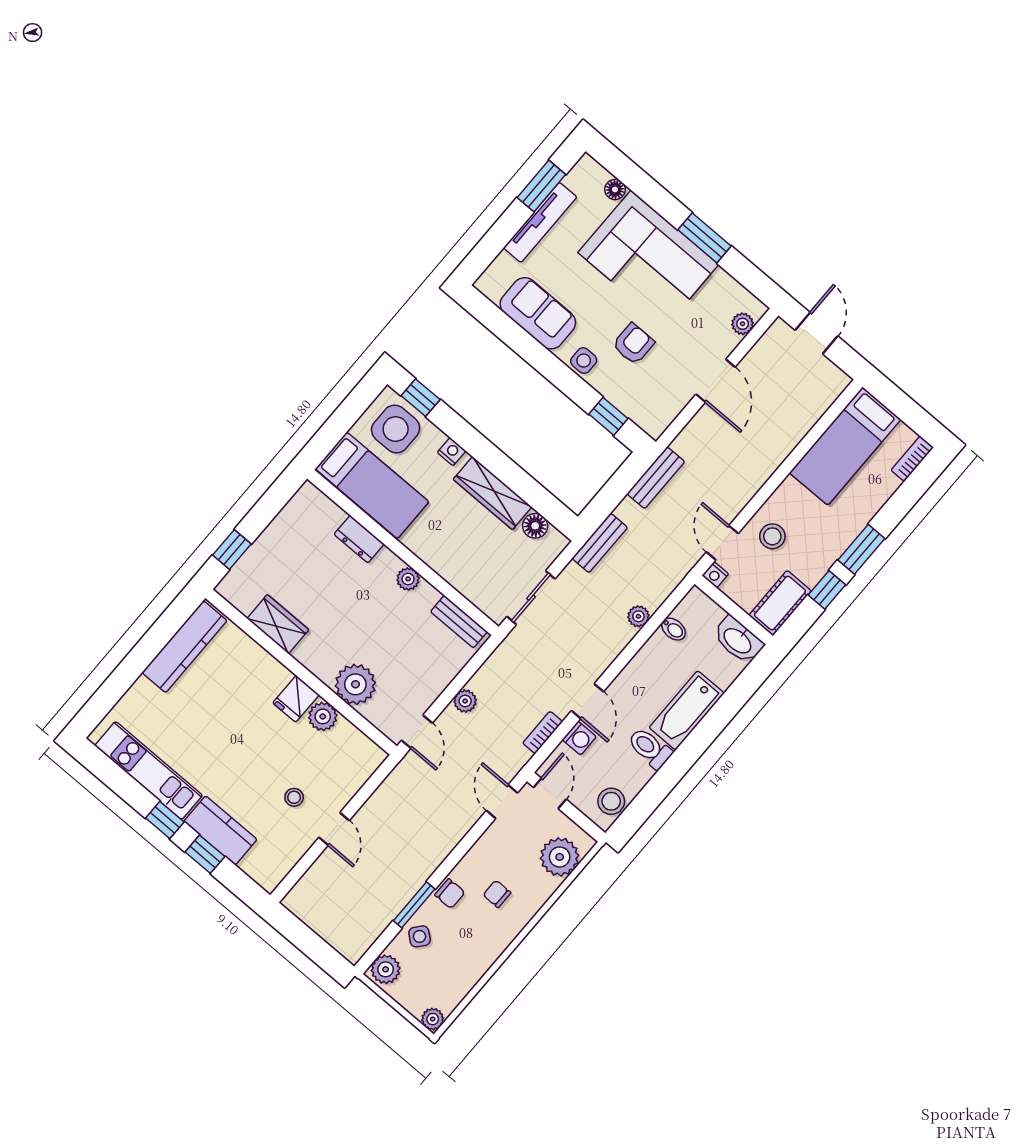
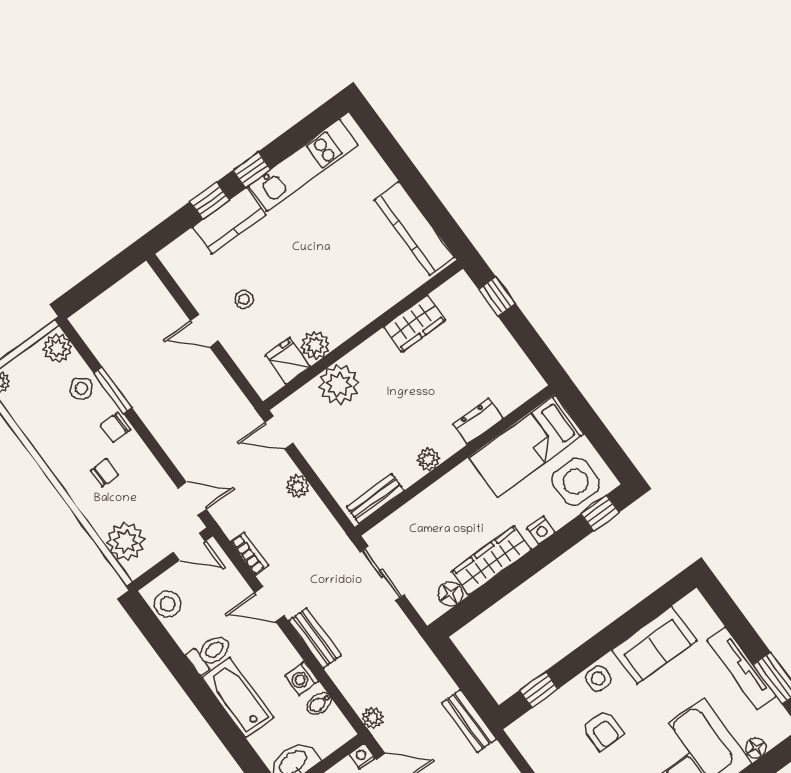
bench: (600, 543) -> (315, 638), moved
plant: (638, 616) -> (373, 718), moved
fridge: (296, 699) -> (288, 361), moved
washing machine: (579, 738) -> (302, 678), moved

